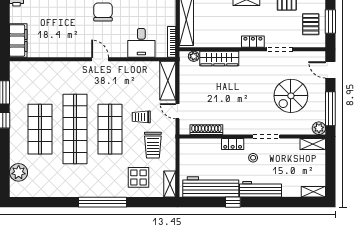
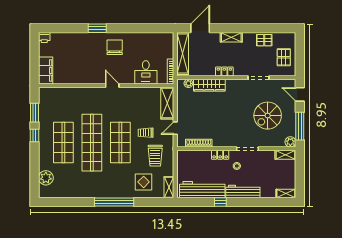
window: (330, 22) -> (300, 55), removed
locker: (253, 42) -> (224, 71), moved
door: (177, 111) -> (175, 128), hinge flipped

